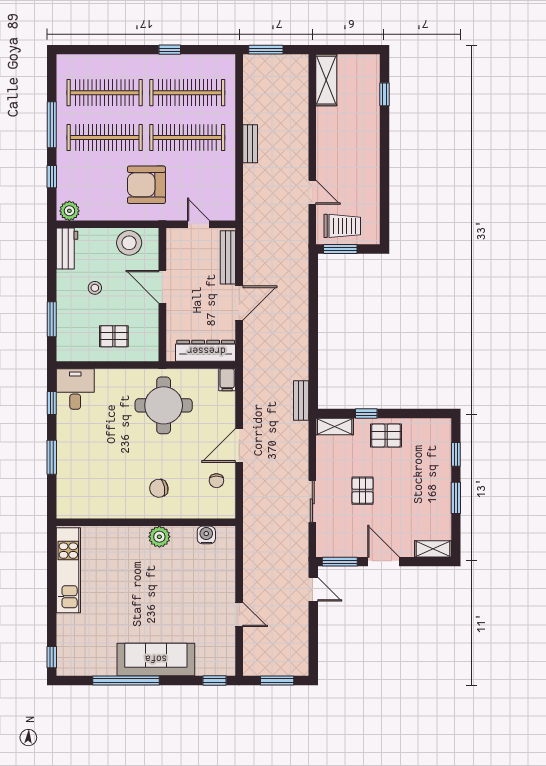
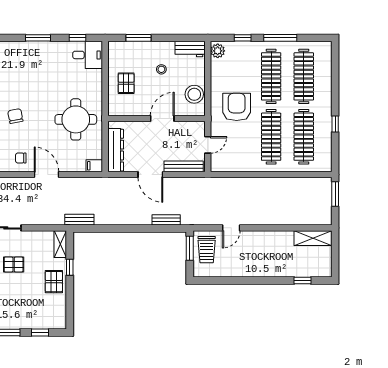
bench: (250, 144) -> (166, 220), moved

